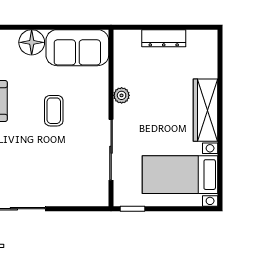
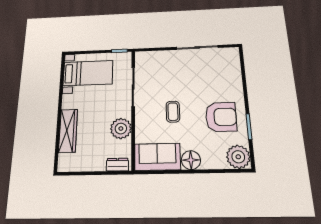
dresser: (164, 38) -> (117, 165), moved, width x0.70
plant: (122, 95) -> (121, 129), width x1.88, depth x1.88
wardrobe: (205, 110) -> (68, 131), moved

